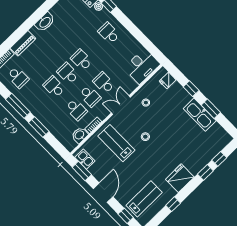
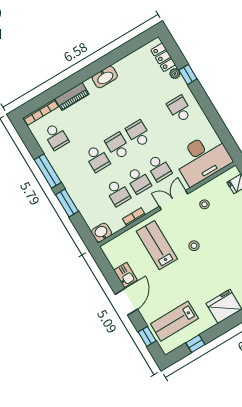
desk: (142, 66) -> (202, 159), width x1.36, depth x1.30
school desk: (104, 83) -> (159, 168), turned 180
school desk: (54, 87) -> (97, 158), turned 180
washbasin: (80, 135) -> (102, 233), moved
kitchen sink: (85, 159) -> (126, 275), moved
window: (82, 171) -> (107, 269), removed
lab bench: (144, 199) -> (174, 321), turned 180
window: (173, 204) -> (195, 344), moved

